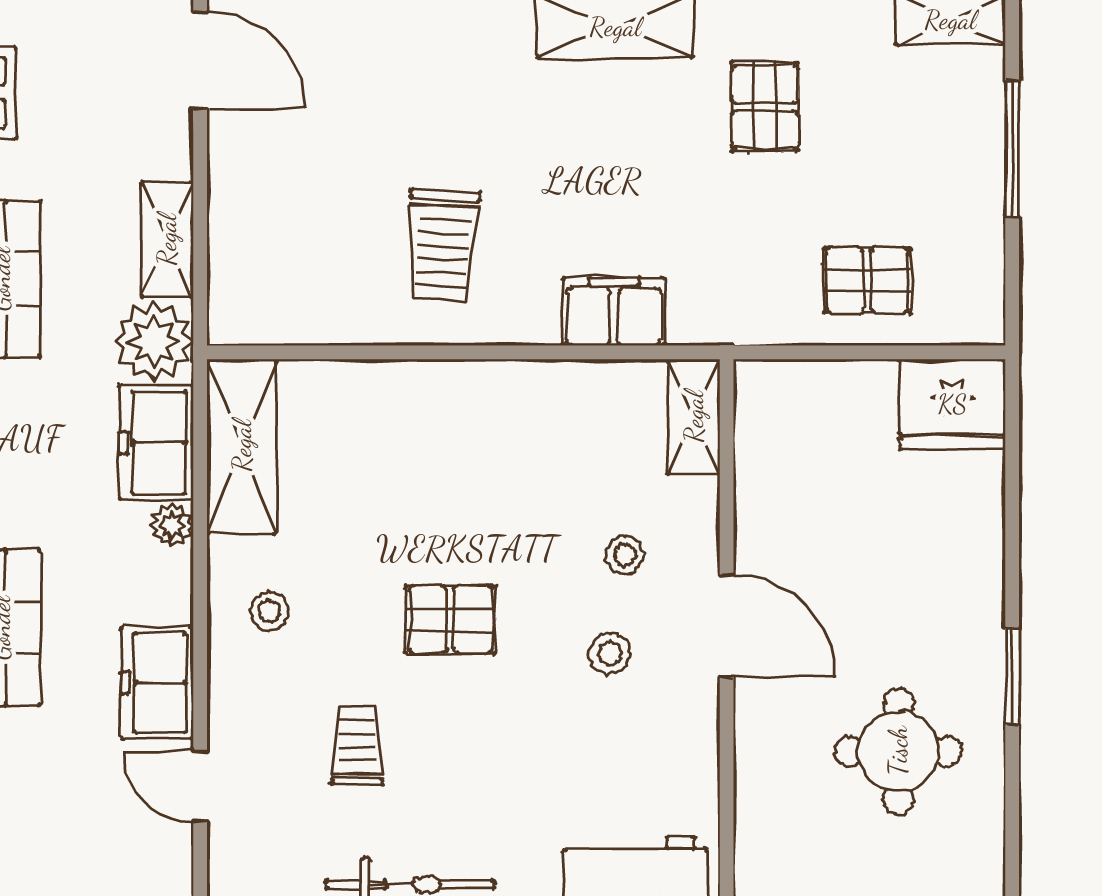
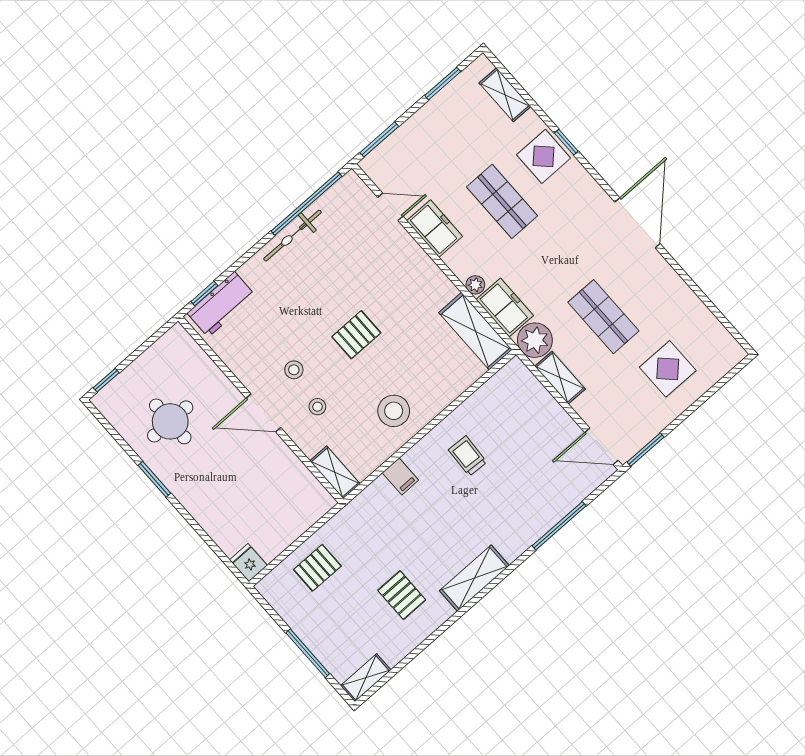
trolley: (443, 245) -> (468, 456), width x0.73, depth x0.72
filing cabinet: (614, 312) -> (400, 476), width x0.50
fridge: (952, 404) -> (248, 563), width x0.53, depth x0.75
stool: (269, 611) -> (394, 411), moved, width x1.89, depth x1.89
trolley: (357, 746) -> (350, 266), removed

